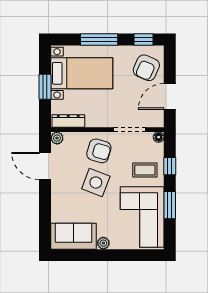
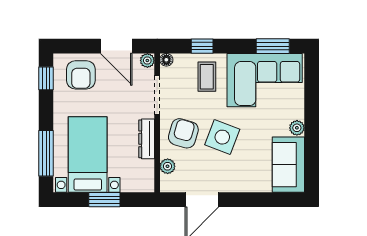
window: (99, 39) -> (46, 153), moved
armchair: (146, 68) -> (81, 75), turned 66
dresser: (68, 121) -> (147, 139), moved
plant: (158, 122) -> (147, 60), added
plant: (57, 138) -> (168, 166), moved
window: (170, 205) -> (273, 46), moved

